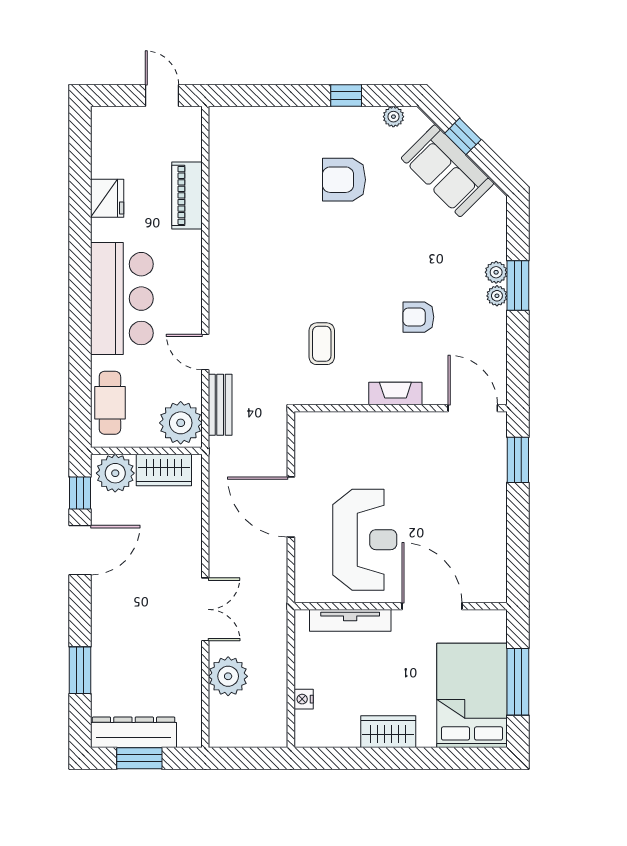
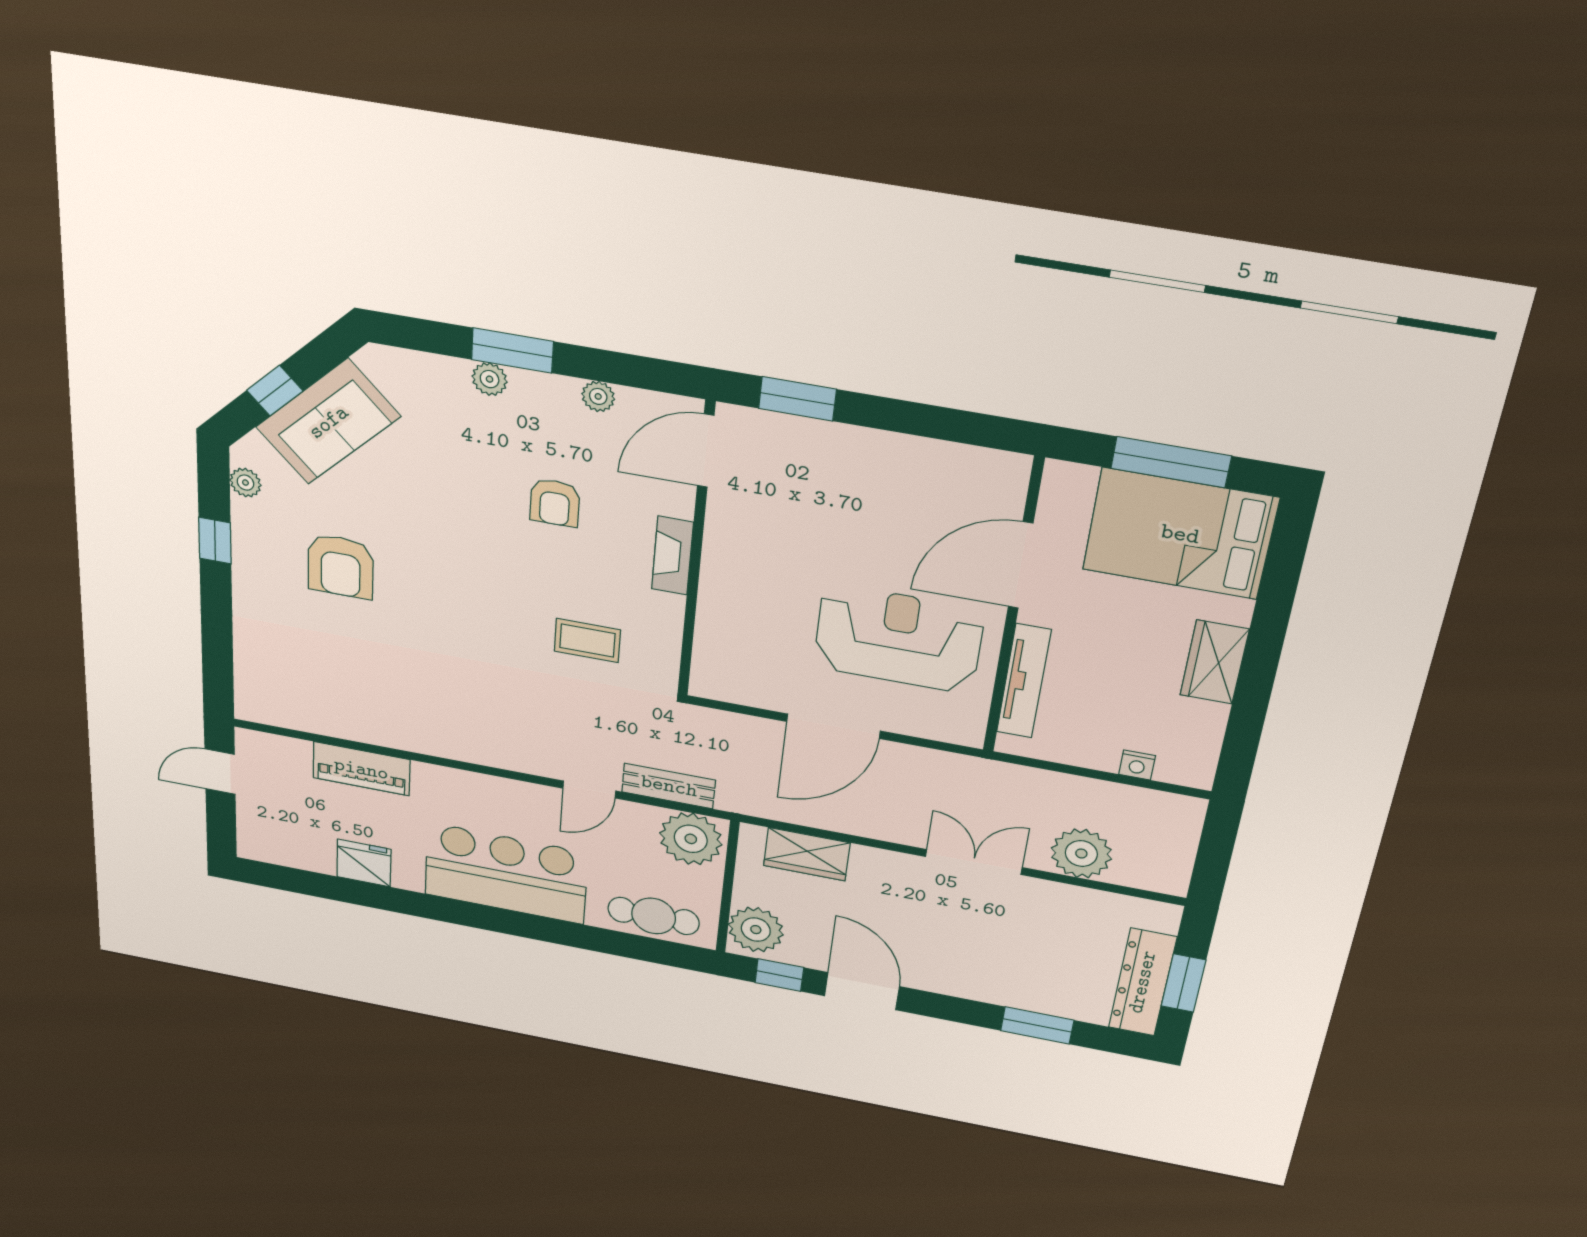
plant: (497, 296) -> (598, 396), moved
wardrobe: (164, 470) -> (807, 854), moved, turned 90

